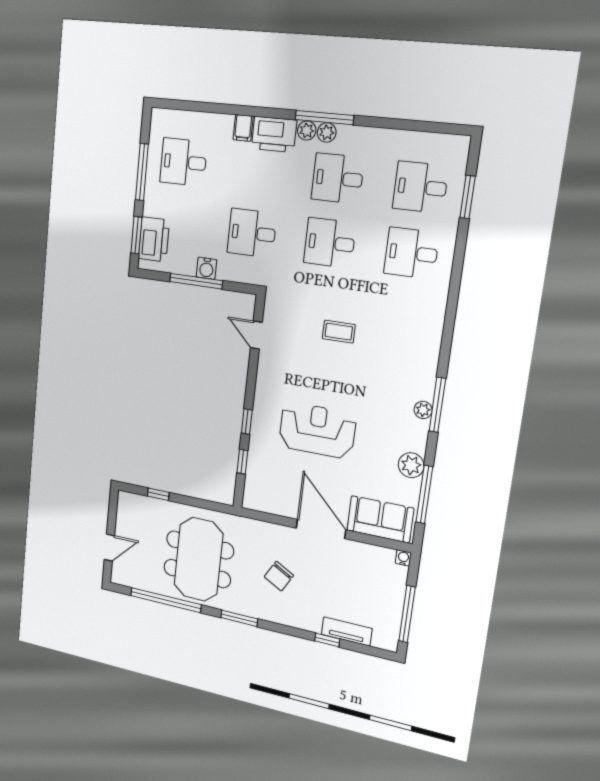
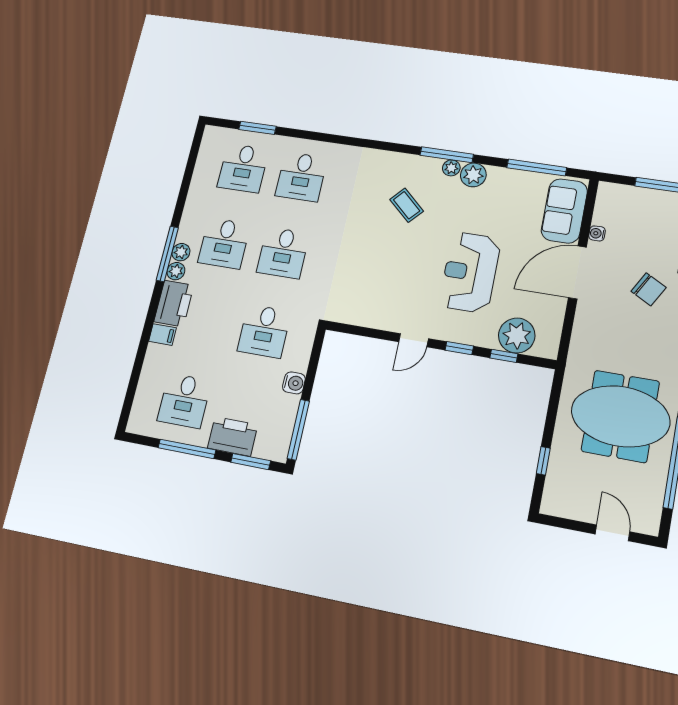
printer: (154, 239) -> (233, 436), moved
window: (196, 281) -> (298, 430), moved
coffee table: (339, 332) -> (407, 205), moved, turned -48
door: (256, 335) -> (414, 340), moved
plant: (411, 465) -> (473, 175), moved
plant: (261, 473) -> (517, 335), added
water cooler: (403, 558) -> (597, 233), moved
chair: (279, 576) -> (649, 289), moved

